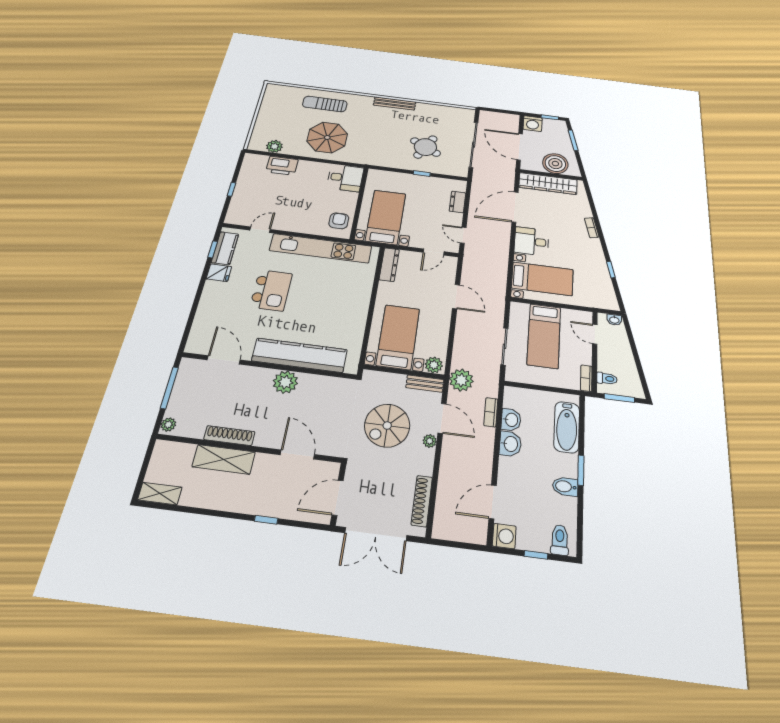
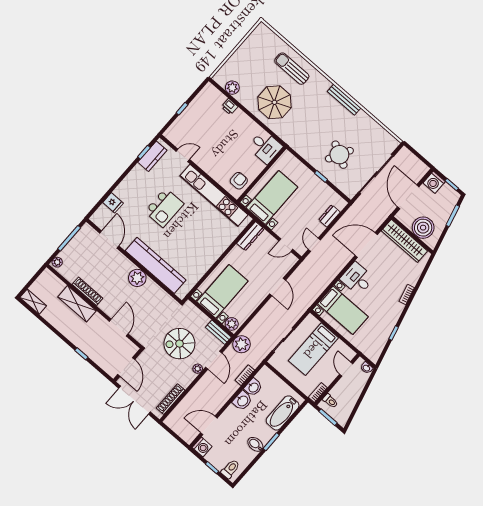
printer: (282, 166) -> (230, 107), width x0.53, depth x0.68
fridge: (219, 273) -> (113, 203), moved
door: (338, 498) -> (126, 367), swing flipped

